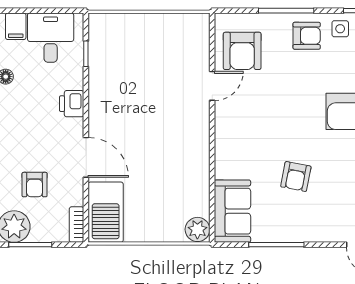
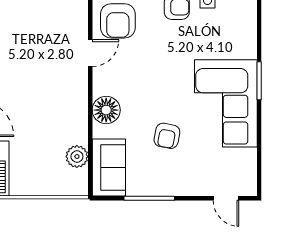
floor lamp: (229, 148) -> (106, 110), added
plant: (197, 229) -> (77, 157), moved

